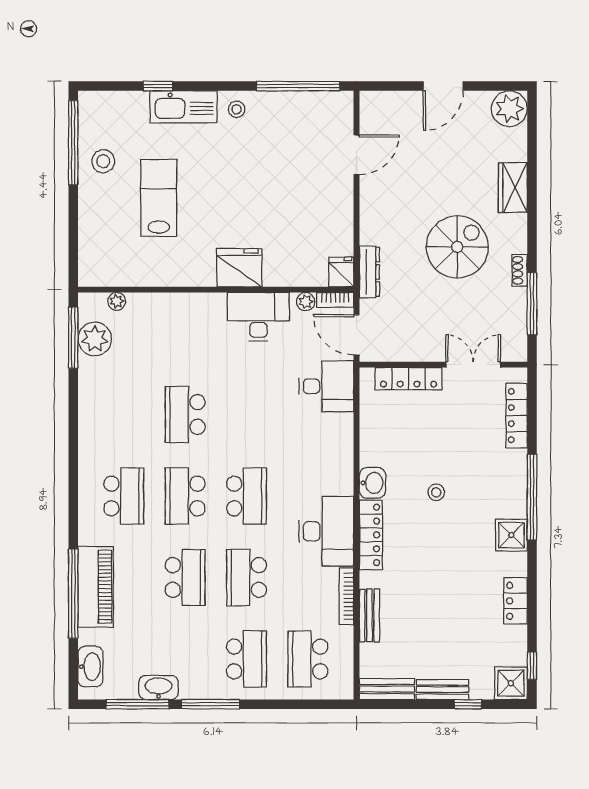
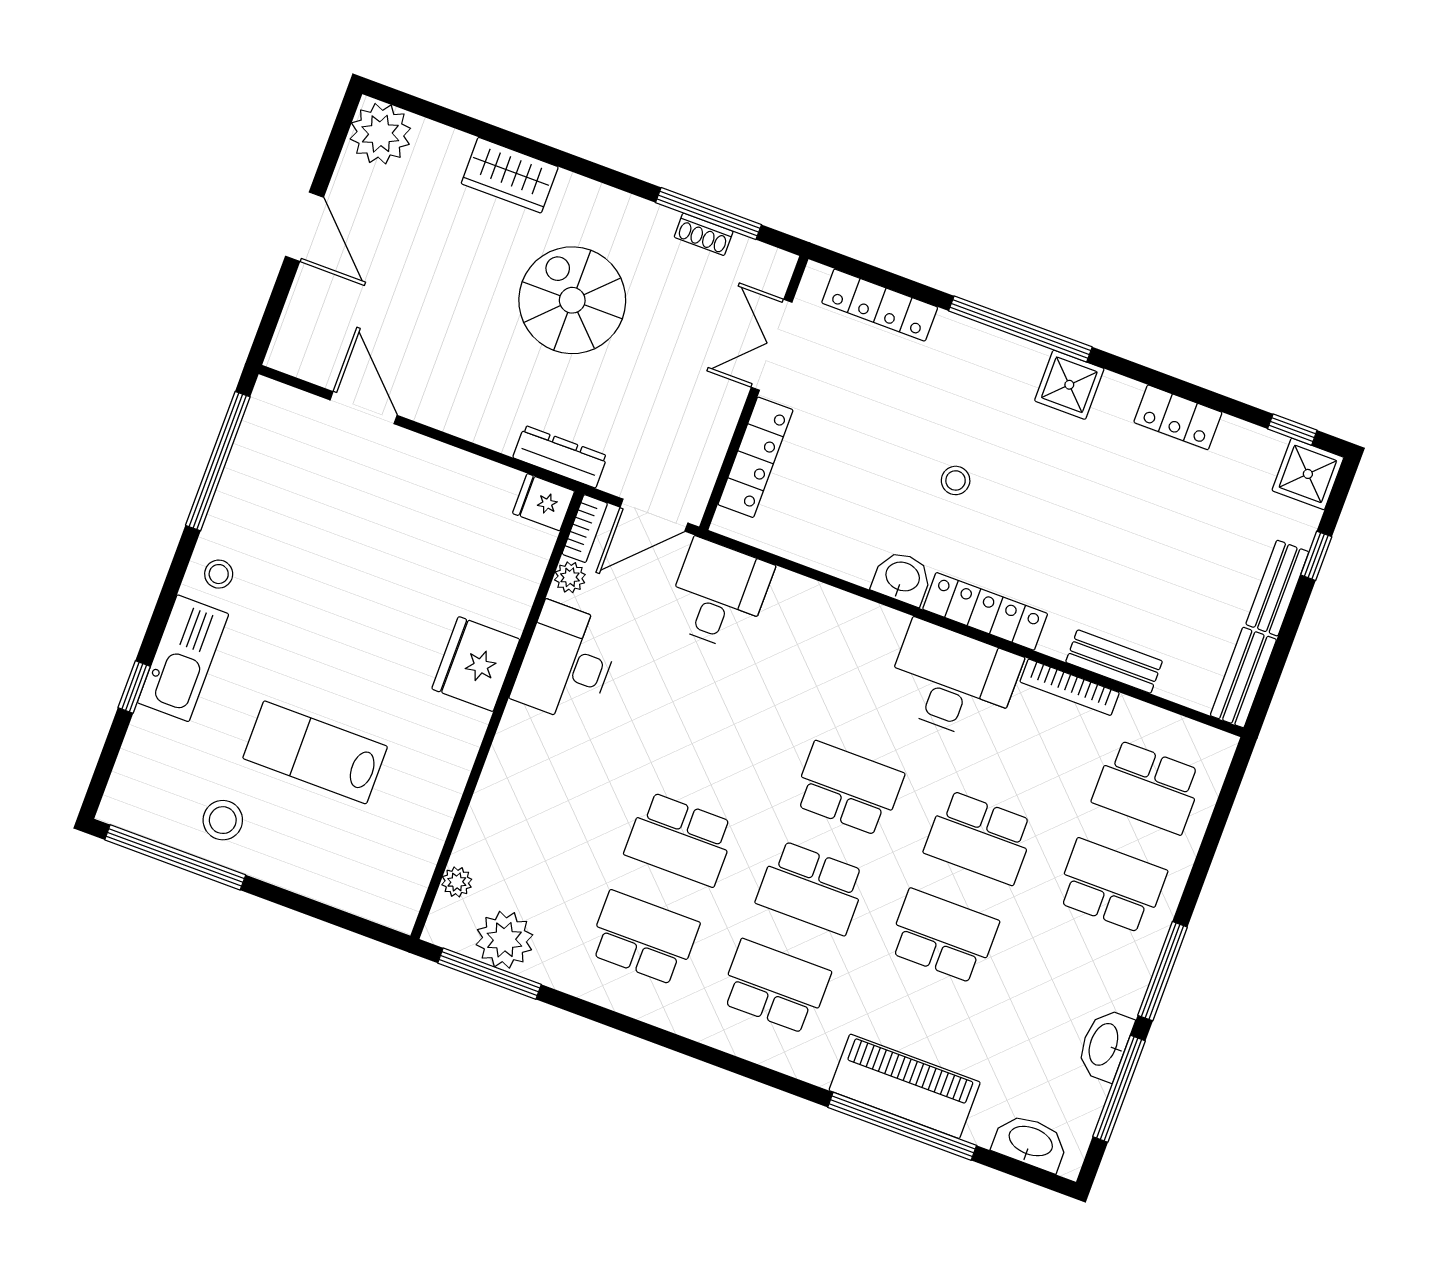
shoe rack: (520, 270) -> (704, 234), moved
school desk: (124, 415) -> (644, 938), added

